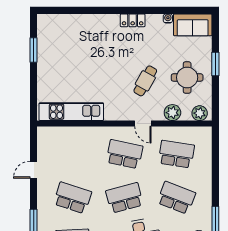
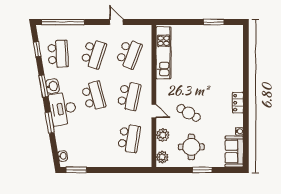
door: (143, 123) -> (154, 111), swing flipped
school desk: (176, 198) -> (129, 54), moved

